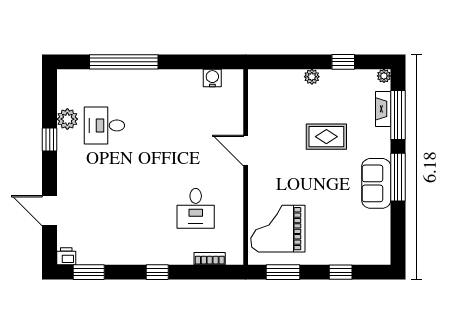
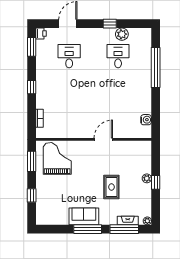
window: (343, 62) -> (156, 182), moved
desk: (196, 208) -> (69, 56), moved, turned 90

